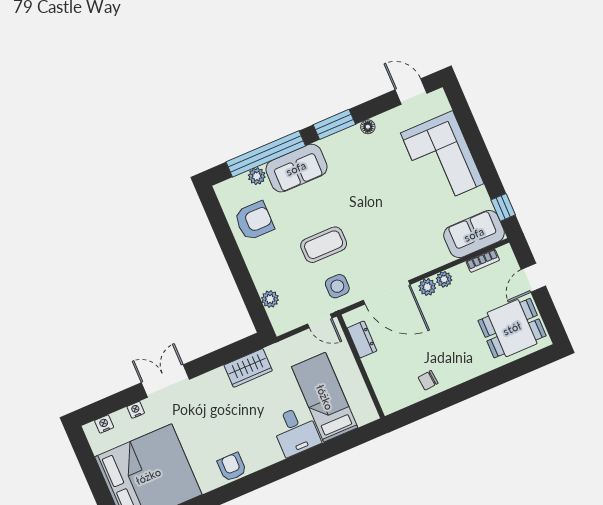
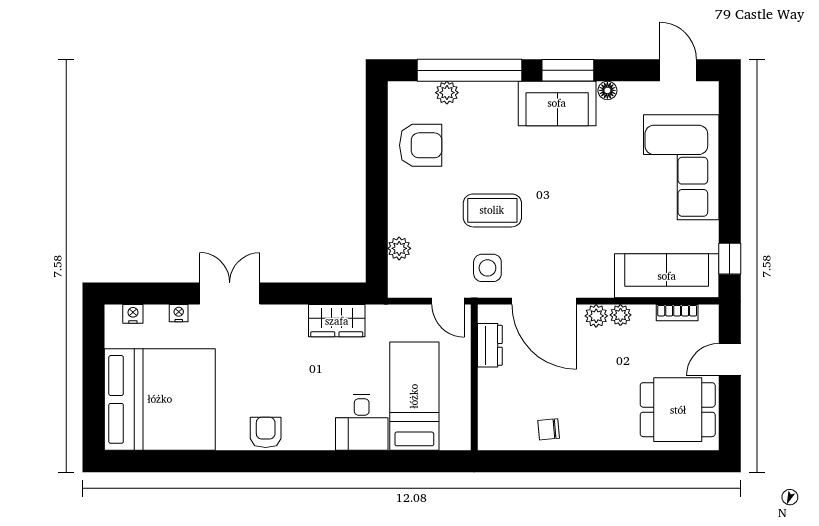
sofa: (296, 168) -> (557, 103), moved
sofa: (474, 234) -> (667, 276), width x1.36

